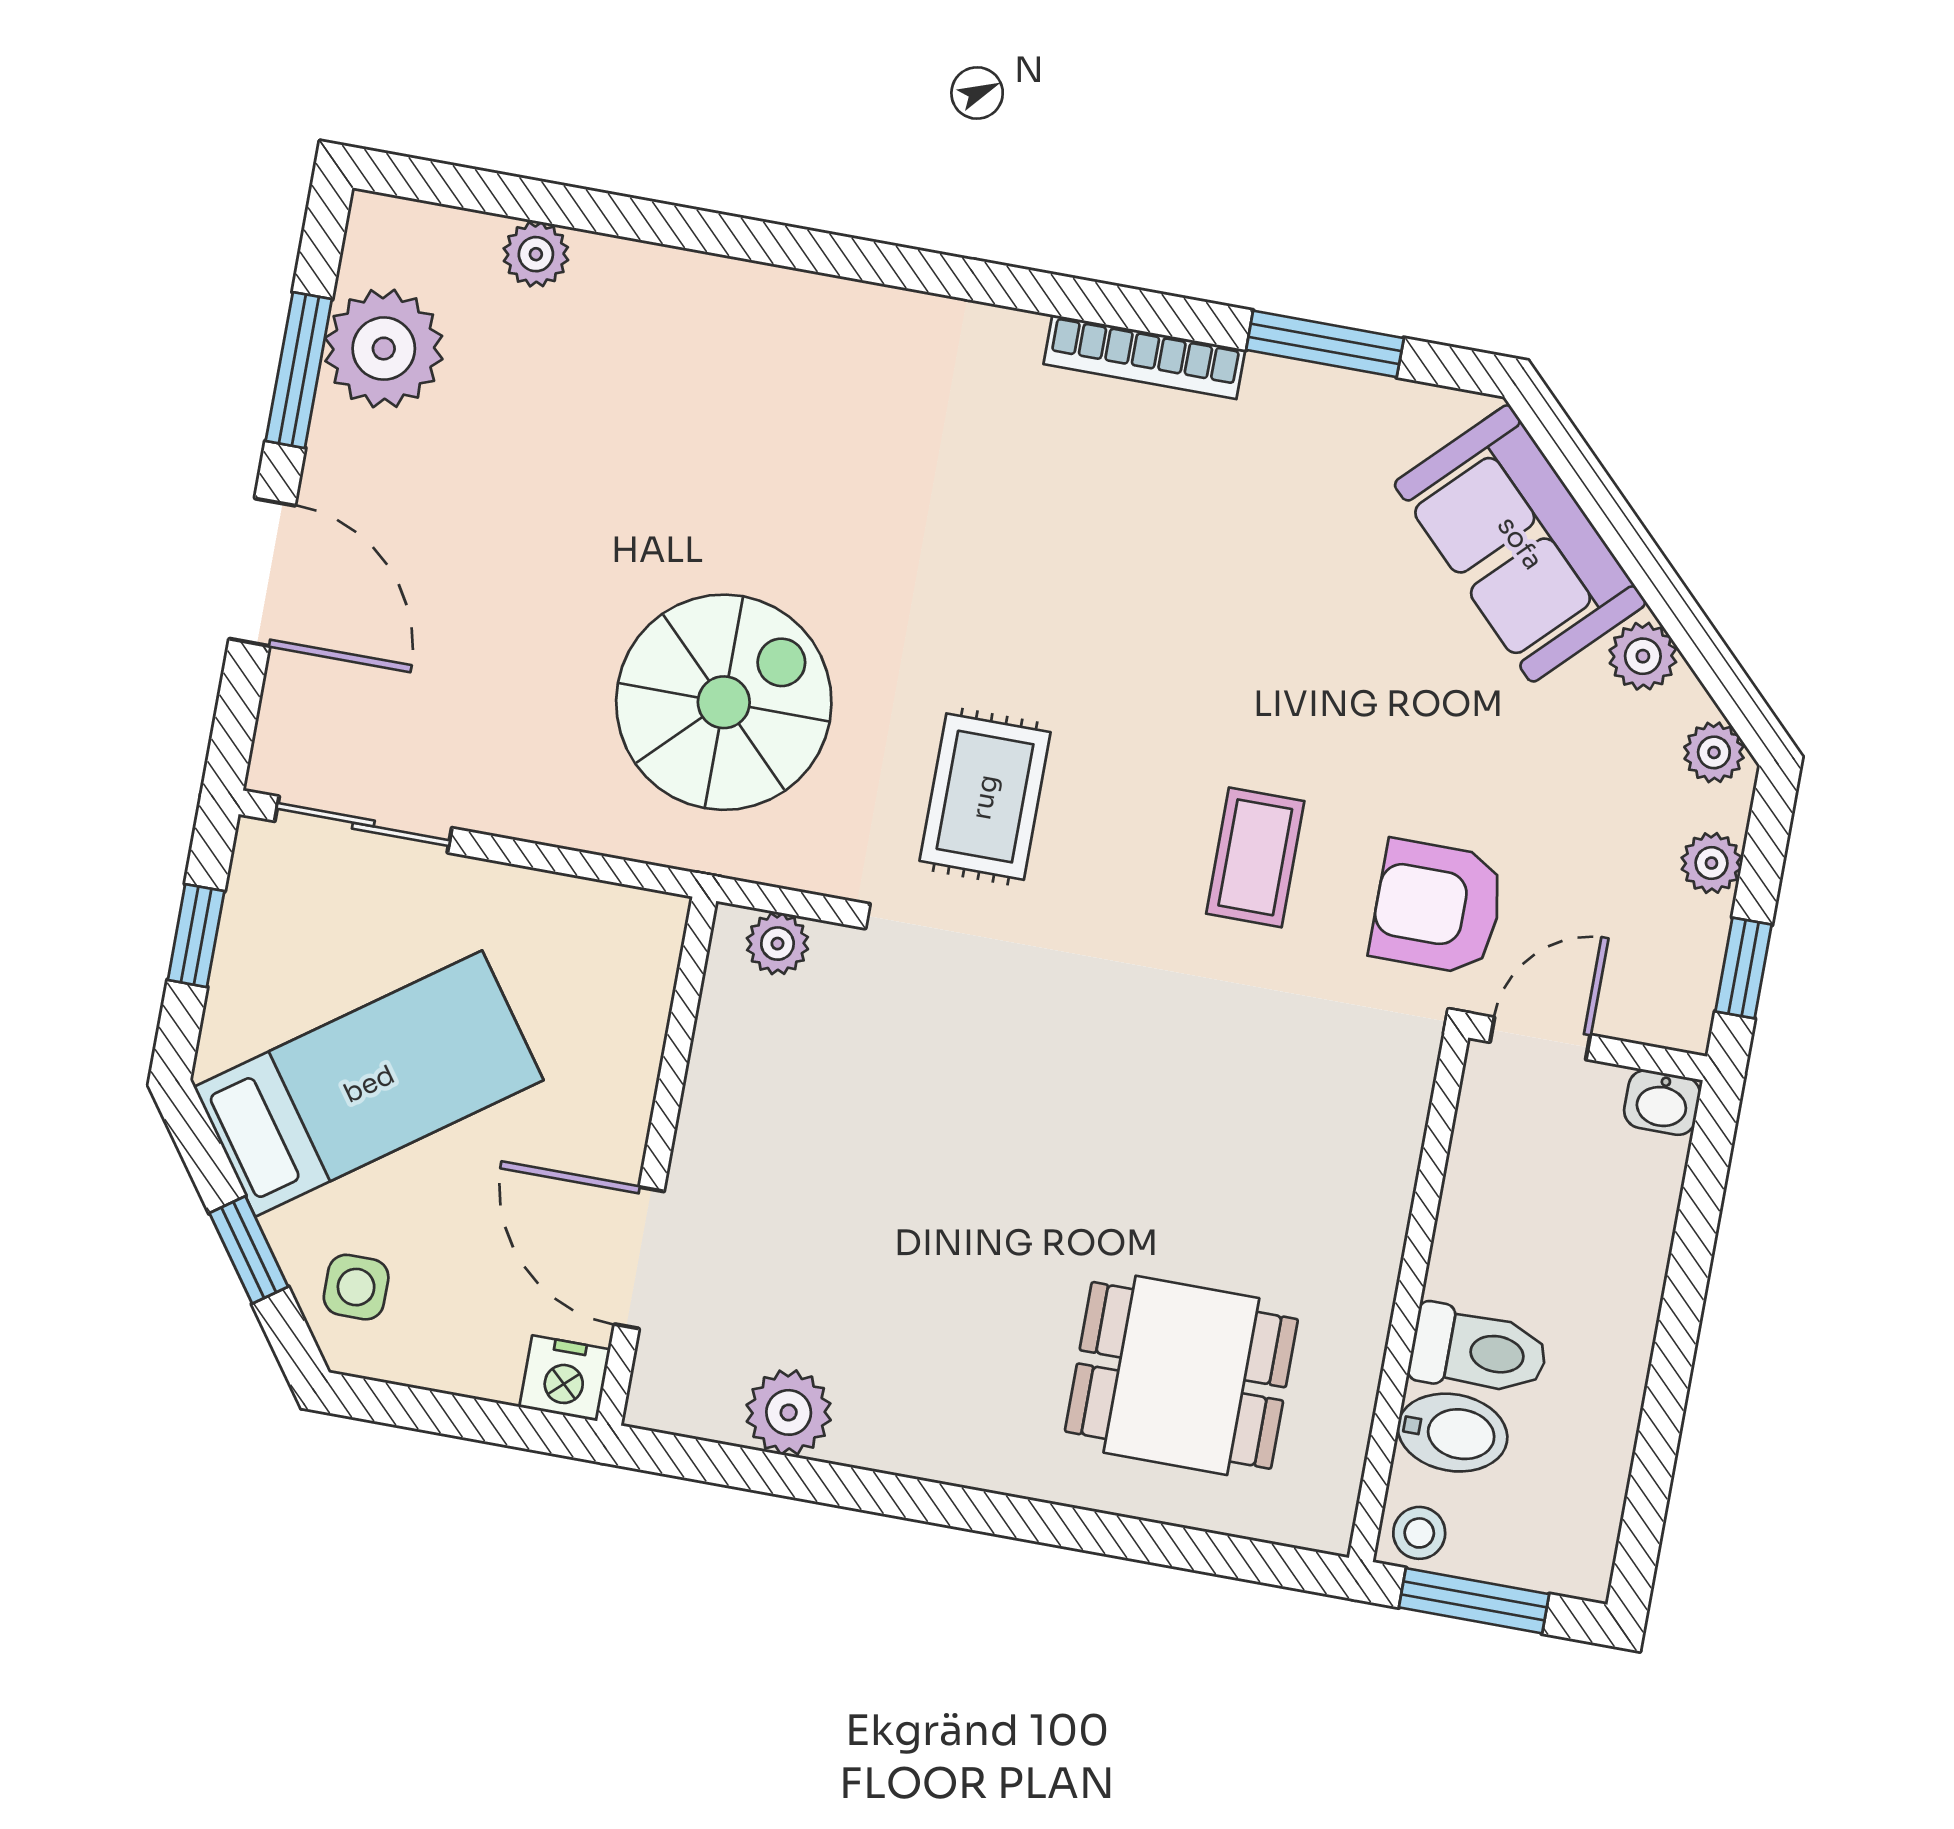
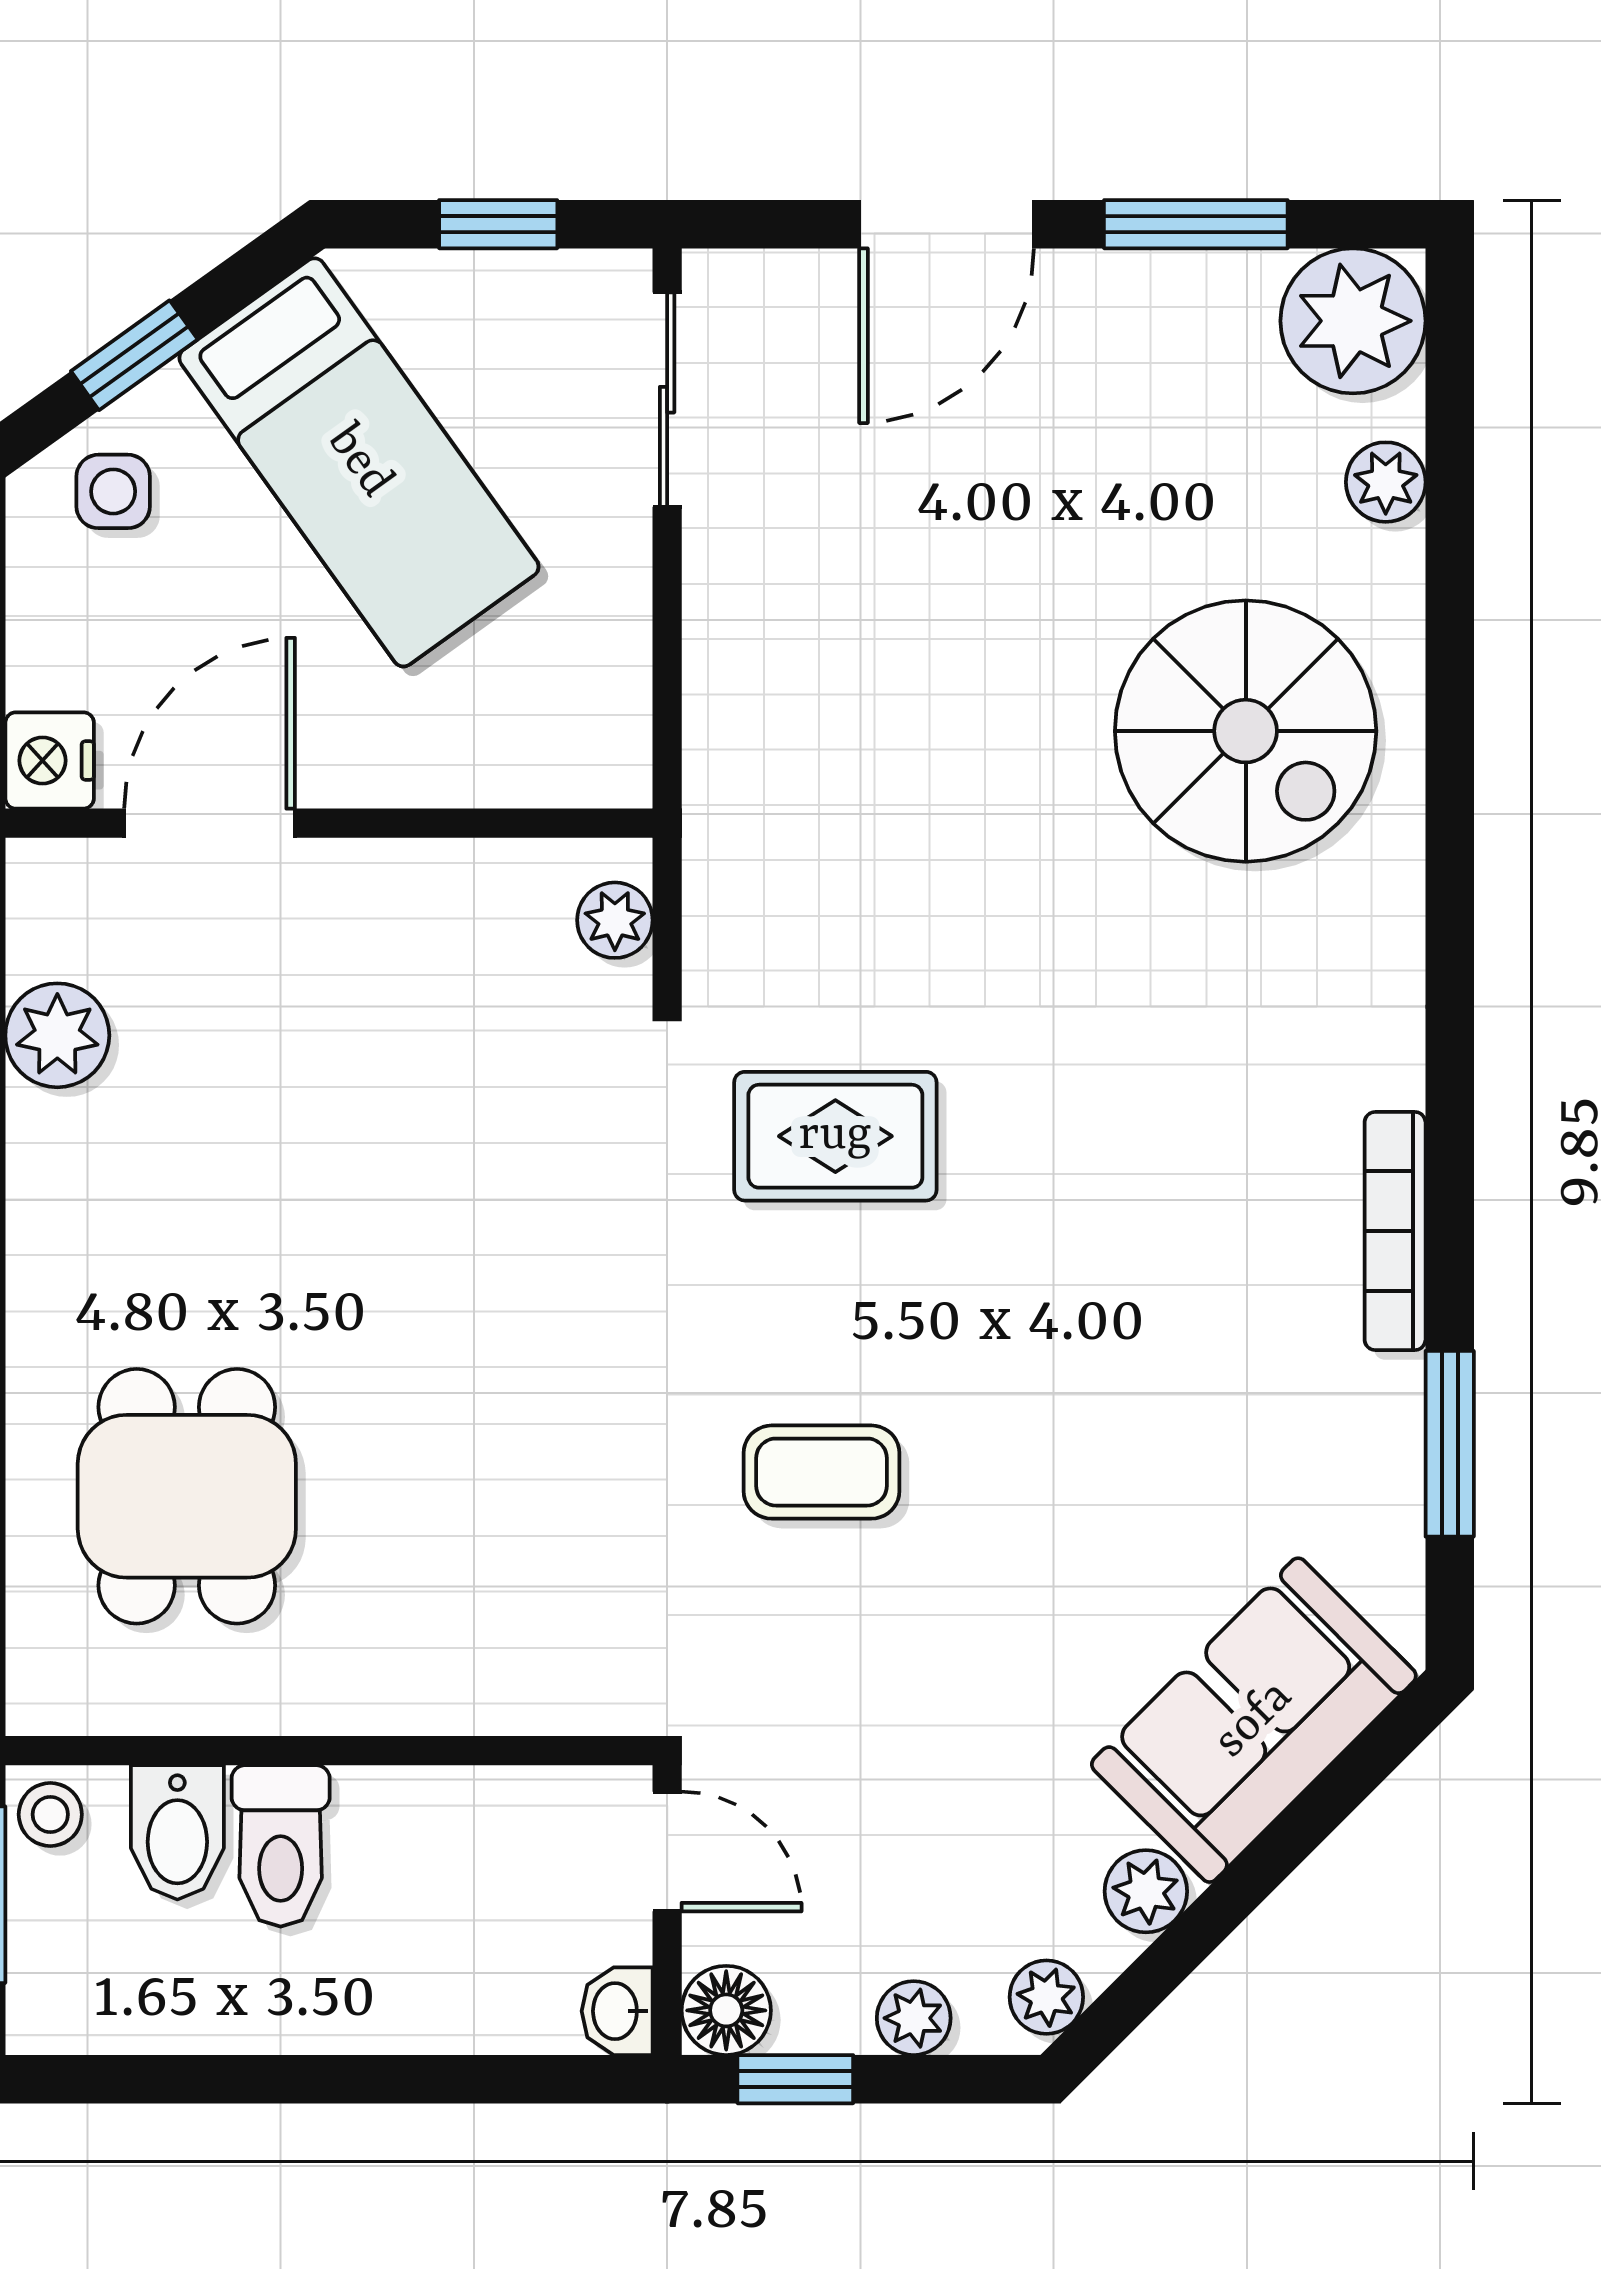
plant: (384, 349) -> (1353, 321), moved
spiral stairs: (724, 702) -> (1246, 731), moved
armchair: (1437, 907) -> (802, 1700), removed
floor lamp: (1678, 1014) -> (726, 2010), added

